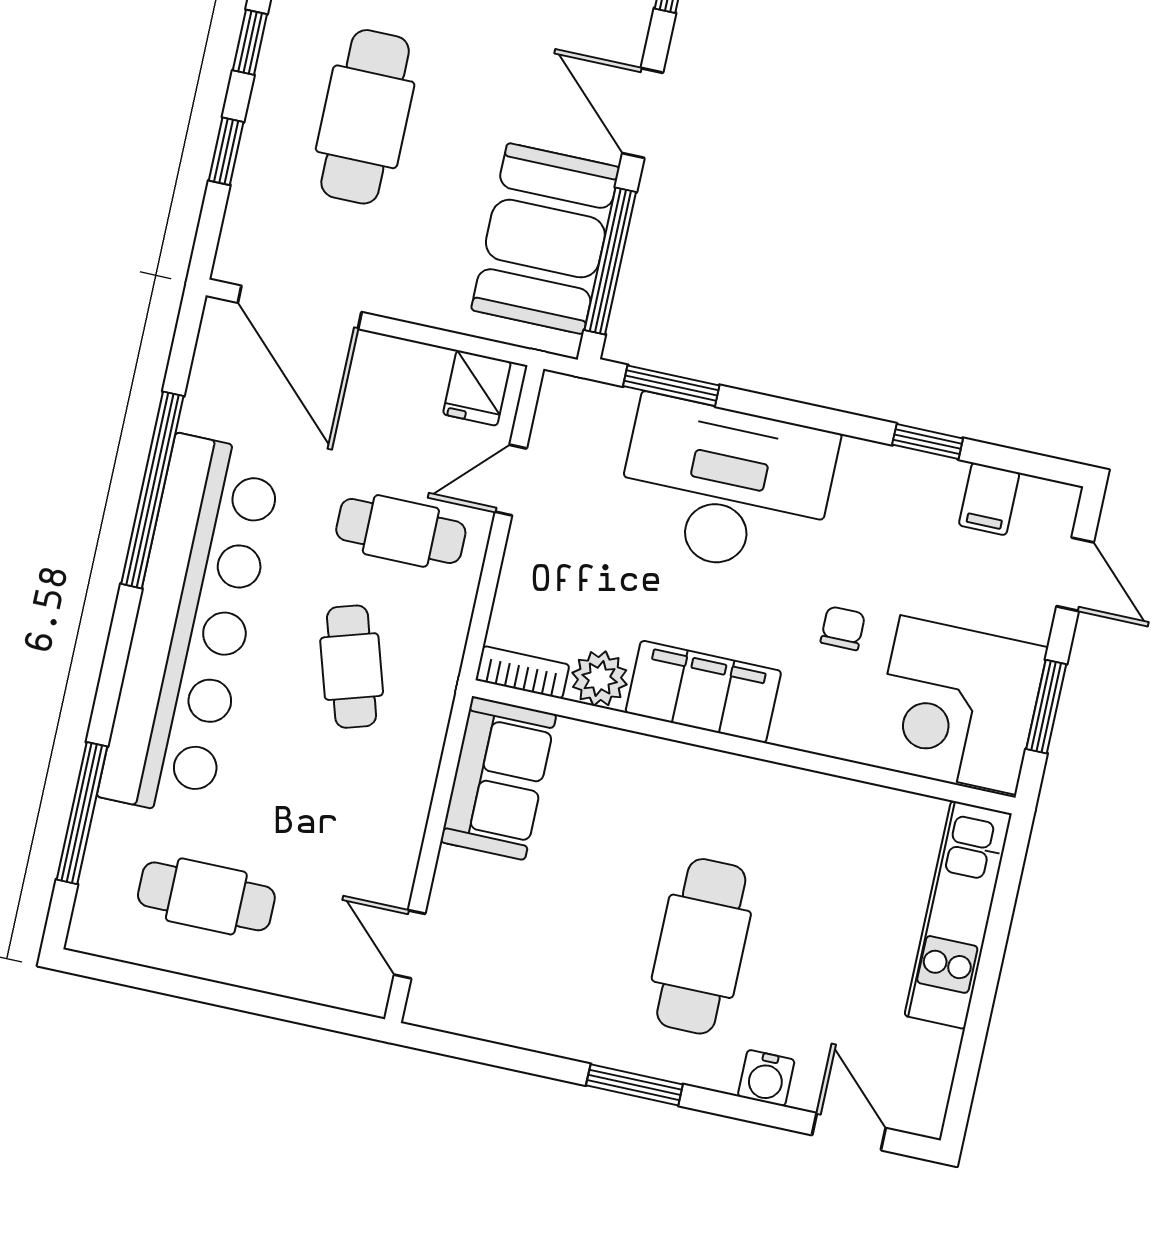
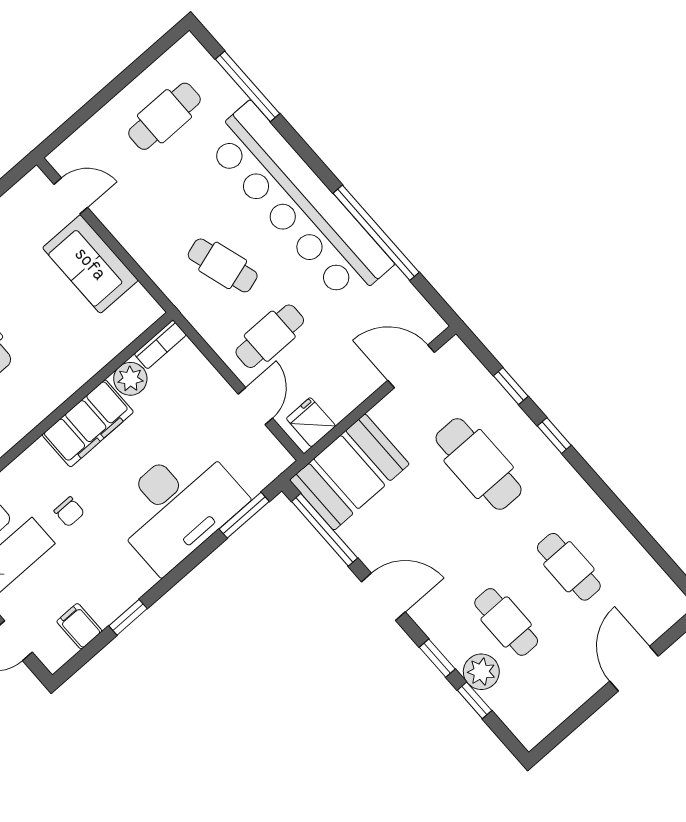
booth: (545, 239) -> (349, 472), moved, turned 90
door: (300, 307) -> (411, 366), width x0.73
sofa: (498, 778) -> (90, 264), moved

